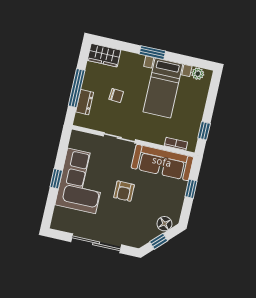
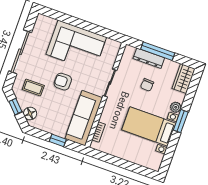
plant: (198, 74) -> (176, 107), moved
dresser: (85, 102) -> (149, 58), width x1.44
window: (204, 131) -> (107, 158), removed
window: (56, 179) -> (81, 24), removed
coffee table: (135, 224) -> (33, 88), added

